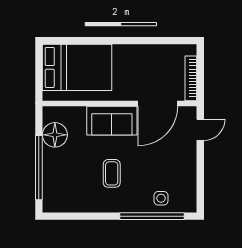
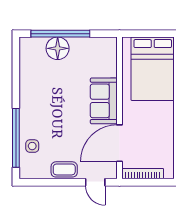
door: (158, 103) -> (119, 143), hinge flipped
floor lamp: (55, 135) -> (58, 48), moved
coffee table: (112, 173) -> (64, 169), moved

